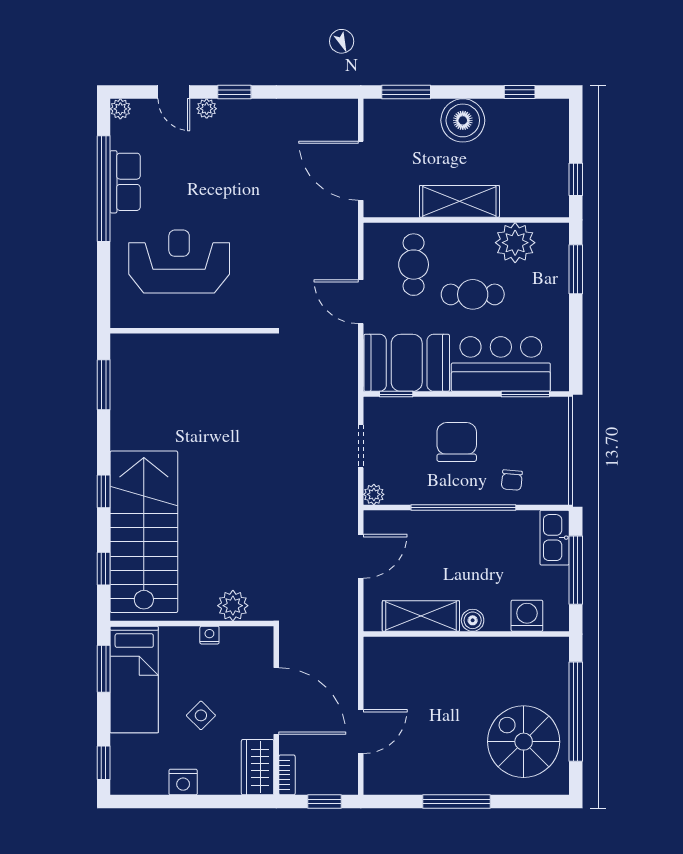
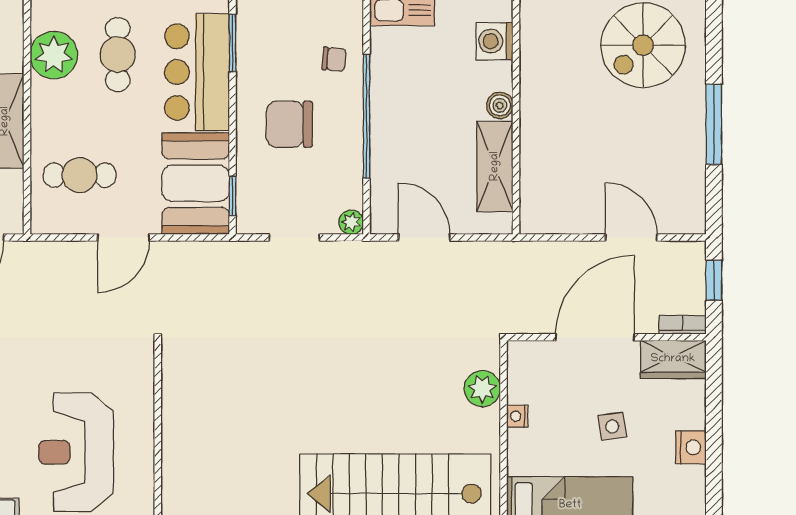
cafe table: (473, 294) -> (118, 54), moved
side table: (201, 715) -> (612, 426), turned 37

